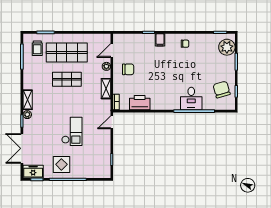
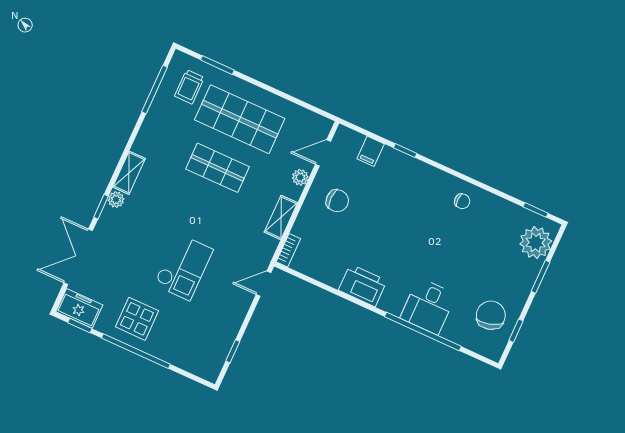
filing cabinet: (160, 40) -> (371, 151), moved
printer: (140, 103) -> (363, 285), moved

